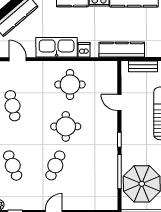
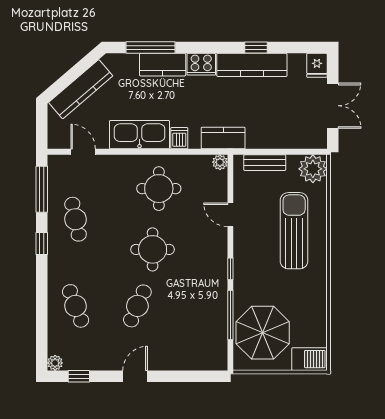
kitchen counter: (122, 50) -> (223, 138), width x0.67
plant: (112, 66) -> (220, 162), added

